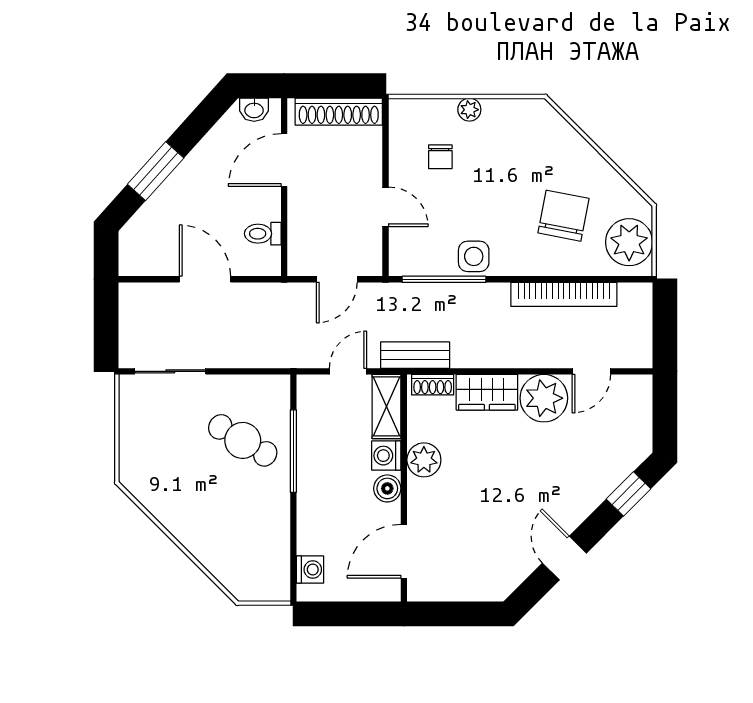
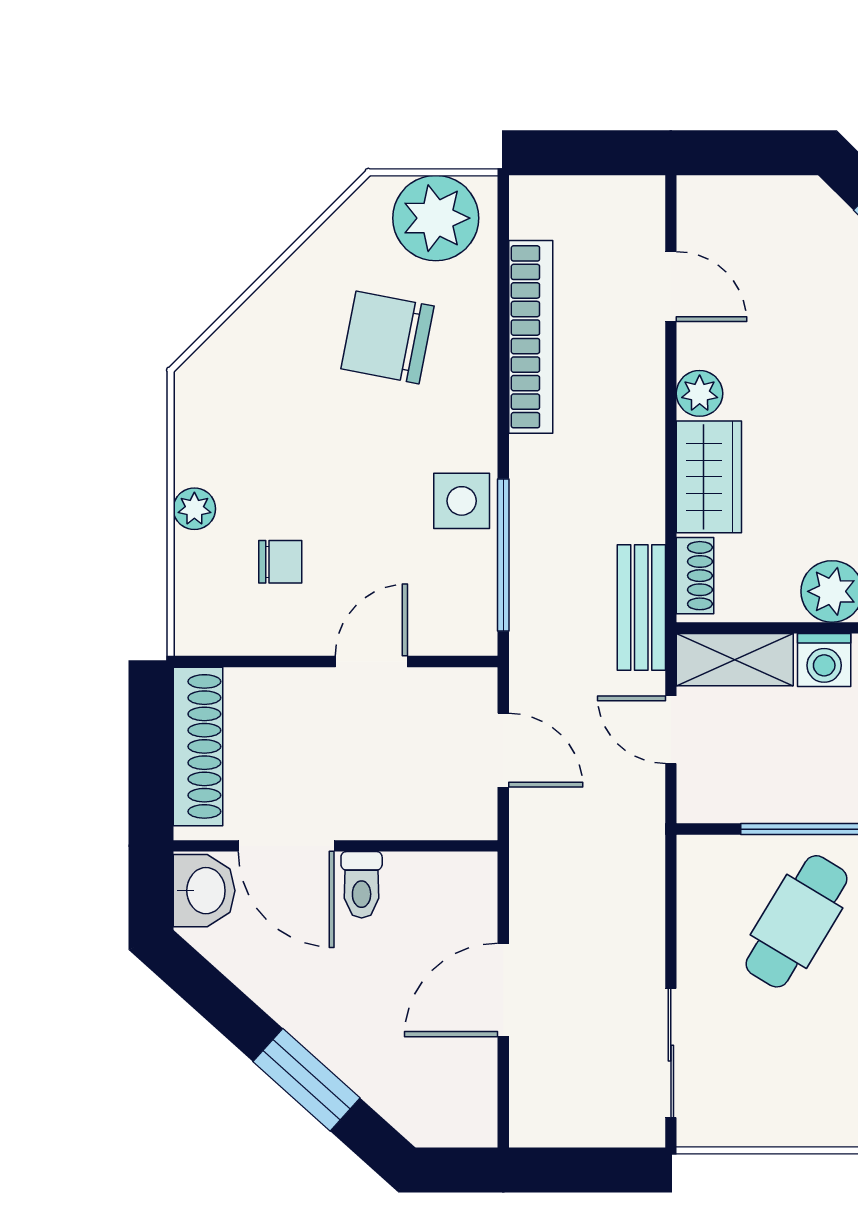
washbasin: (254, 110) -> (204, 891), width x1.38, depth x1.45
toilet: (263, 234) -> (362, 885), moved
plant: (544, 398) -> (700, 393), width x0.53, depth x0.53

